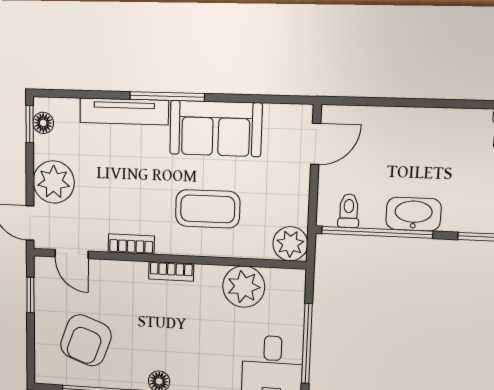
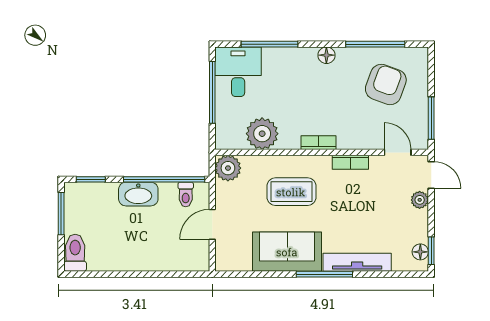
door: (316, 144) -> (212, 224), moved
plant: (54, 182) -> (420, 200), width x0.53, depth x0.53
window: (30, 295) -> (431, 118), width x1.50

